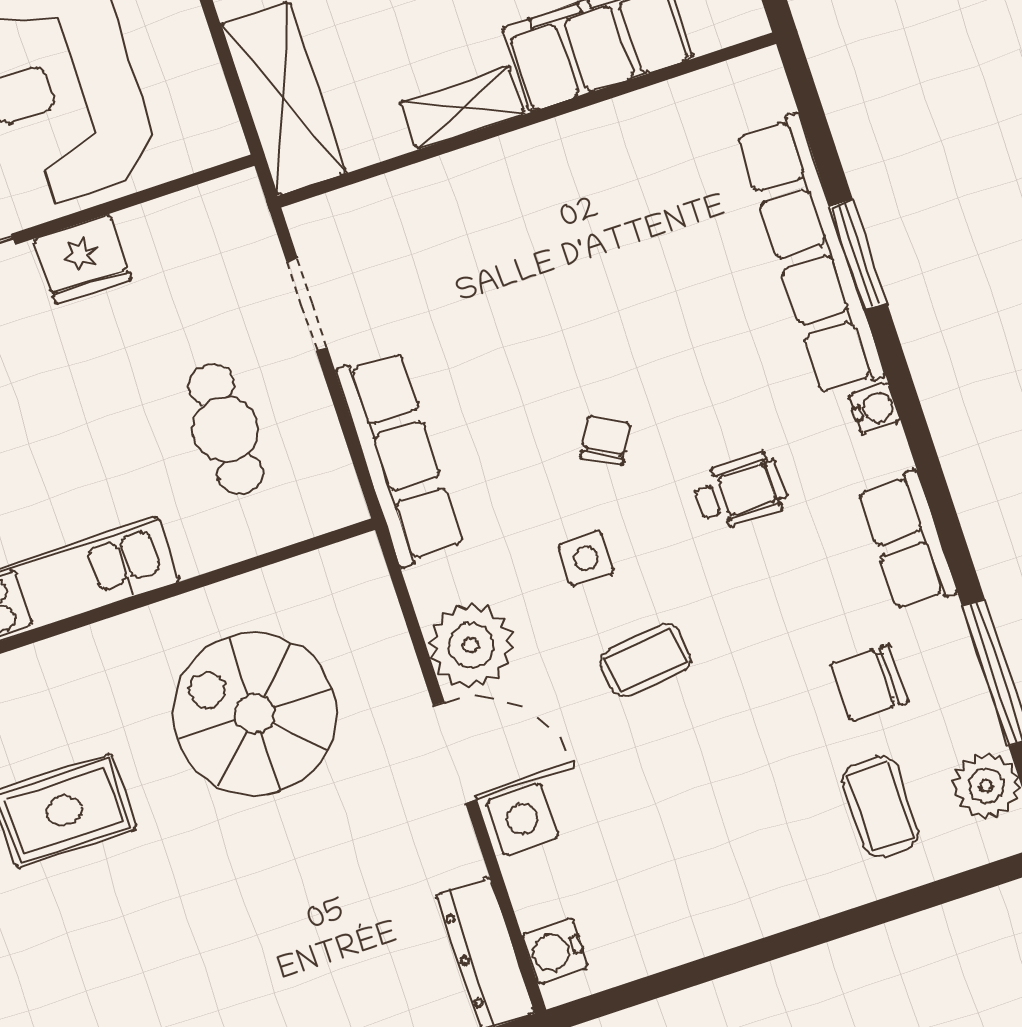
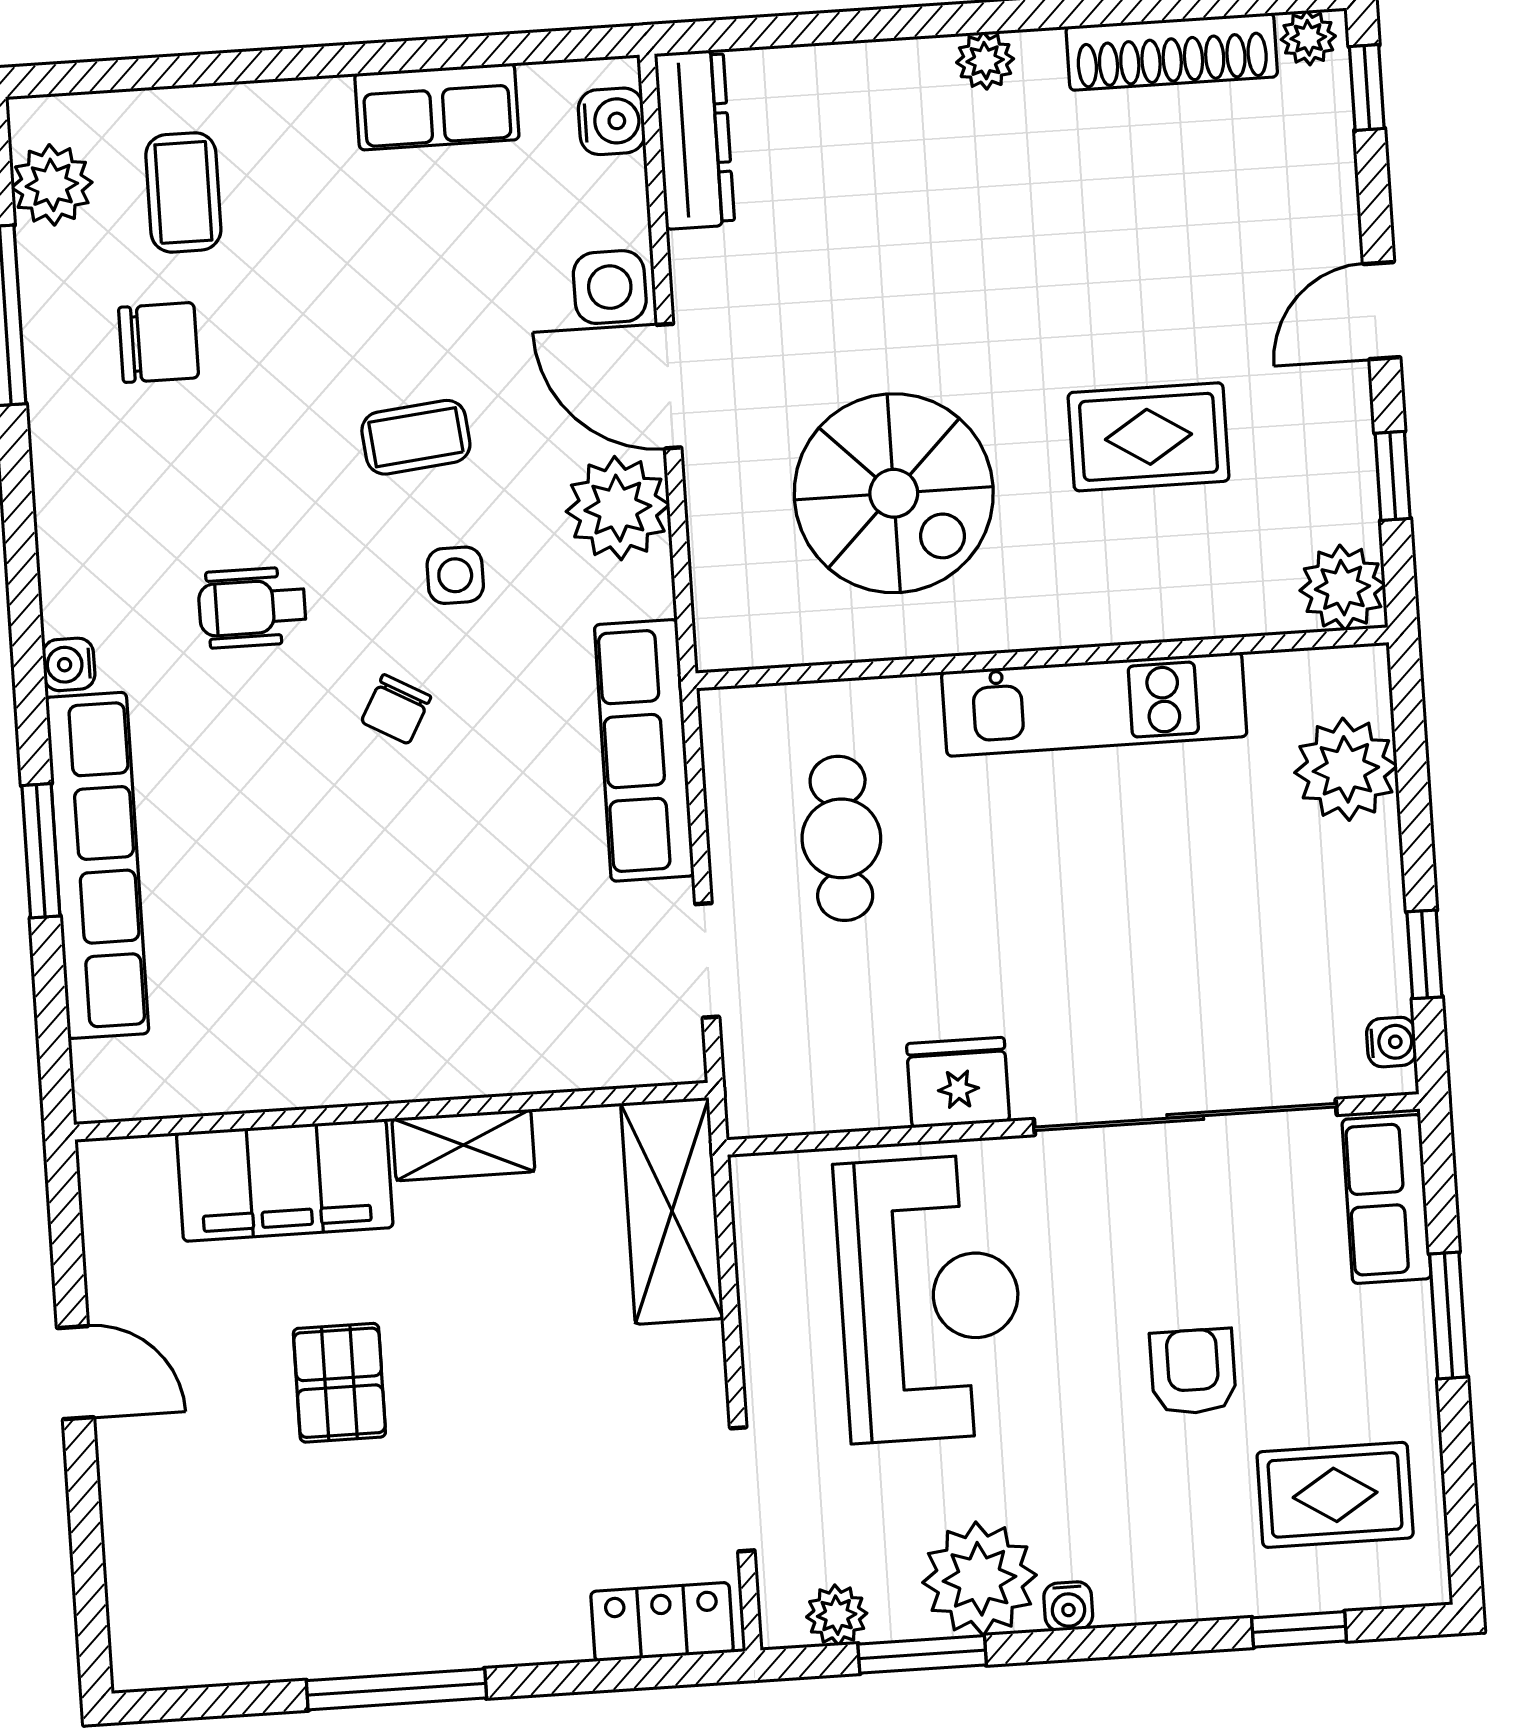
row of seats: (907, 541) -> (437, 107), moved, turned 90

